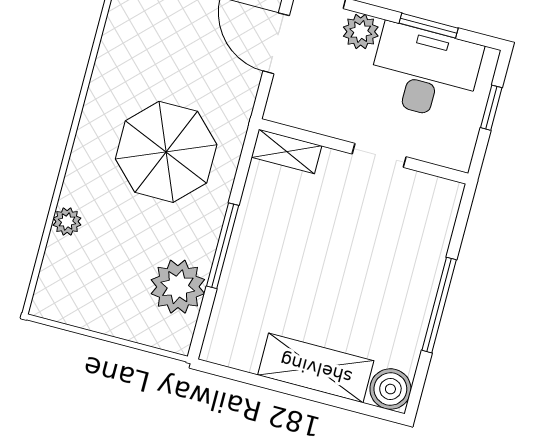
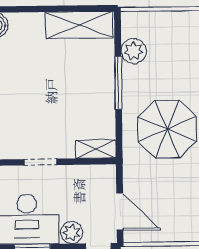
plant: (178, 287) -> (134, 51), width x0.73, depth x0.73
shelving: (316, 368) -> (79, 25), moved

